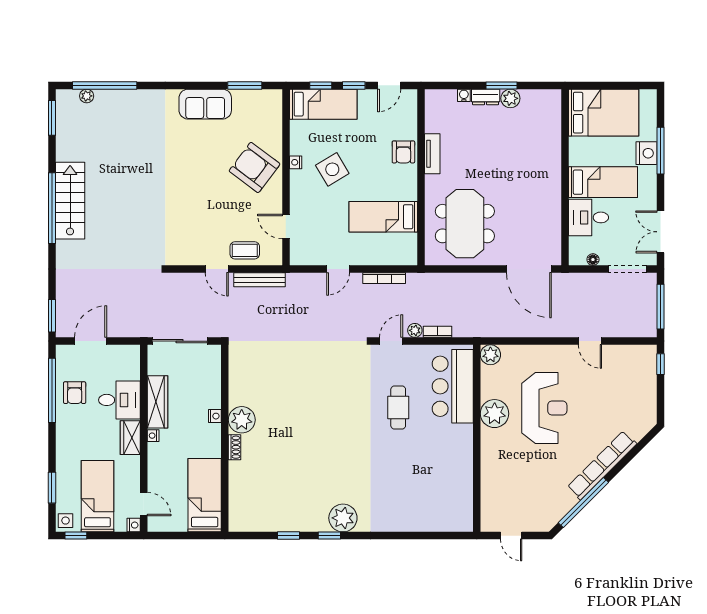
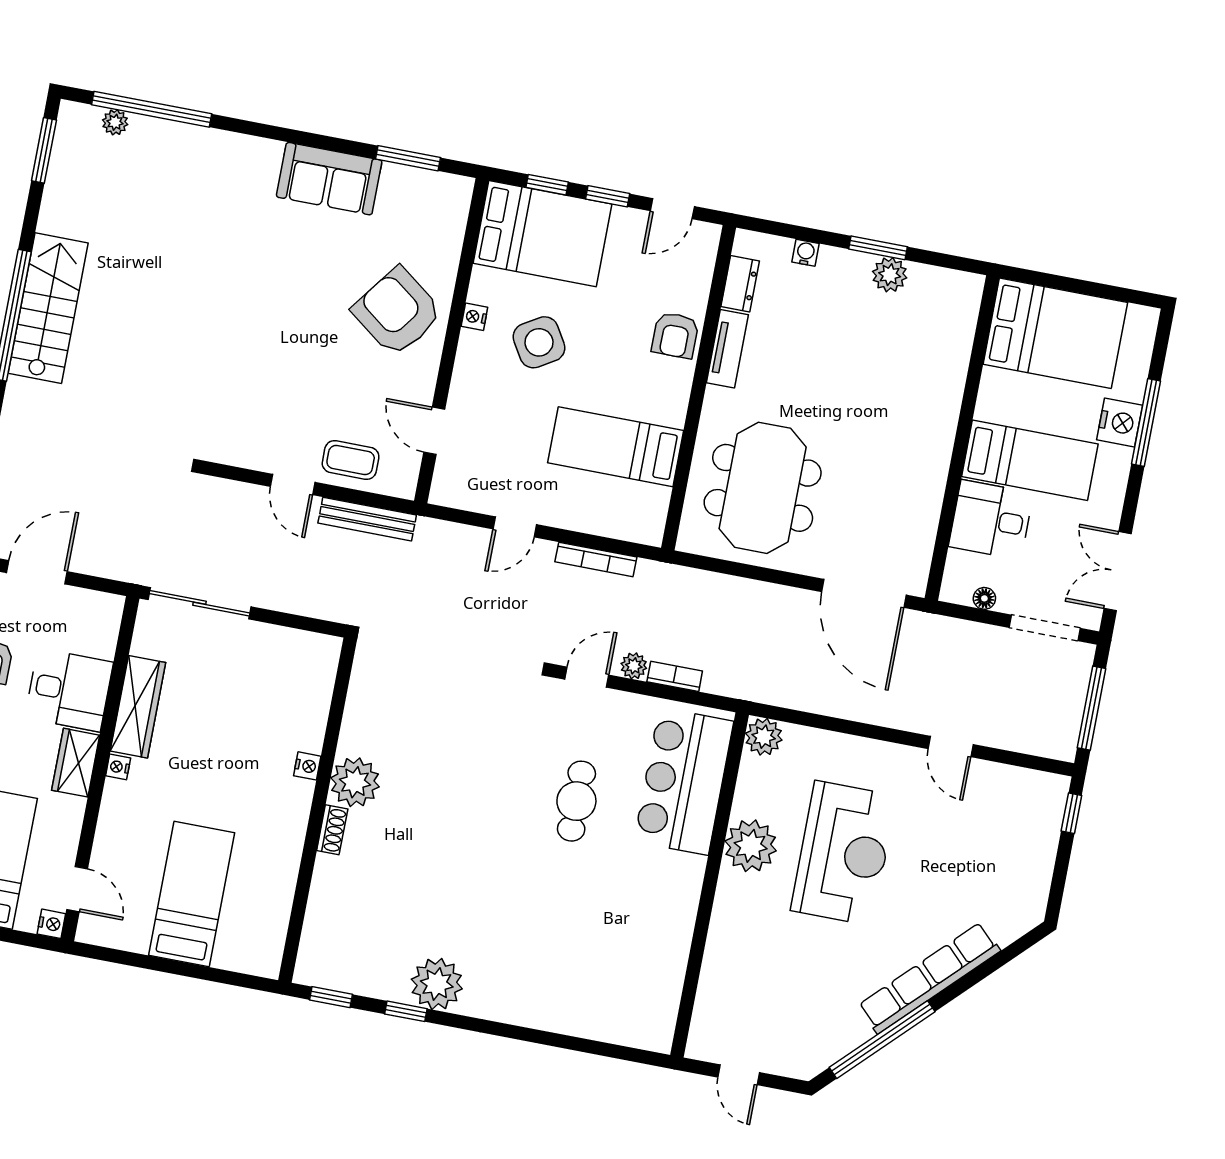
dresser: (486, 97) -> (740, 284), moved, turned -90
bed: (323, 104) -> (542, 234), width x1.50
nightstand: (215, 416) -> (307, 766), moved
plant: (242, 420) -> (355, 782), moved
wall: (225, 438) -> (318, 810), moved
shoe rack: (234, 447) -> (332, 830), moved

